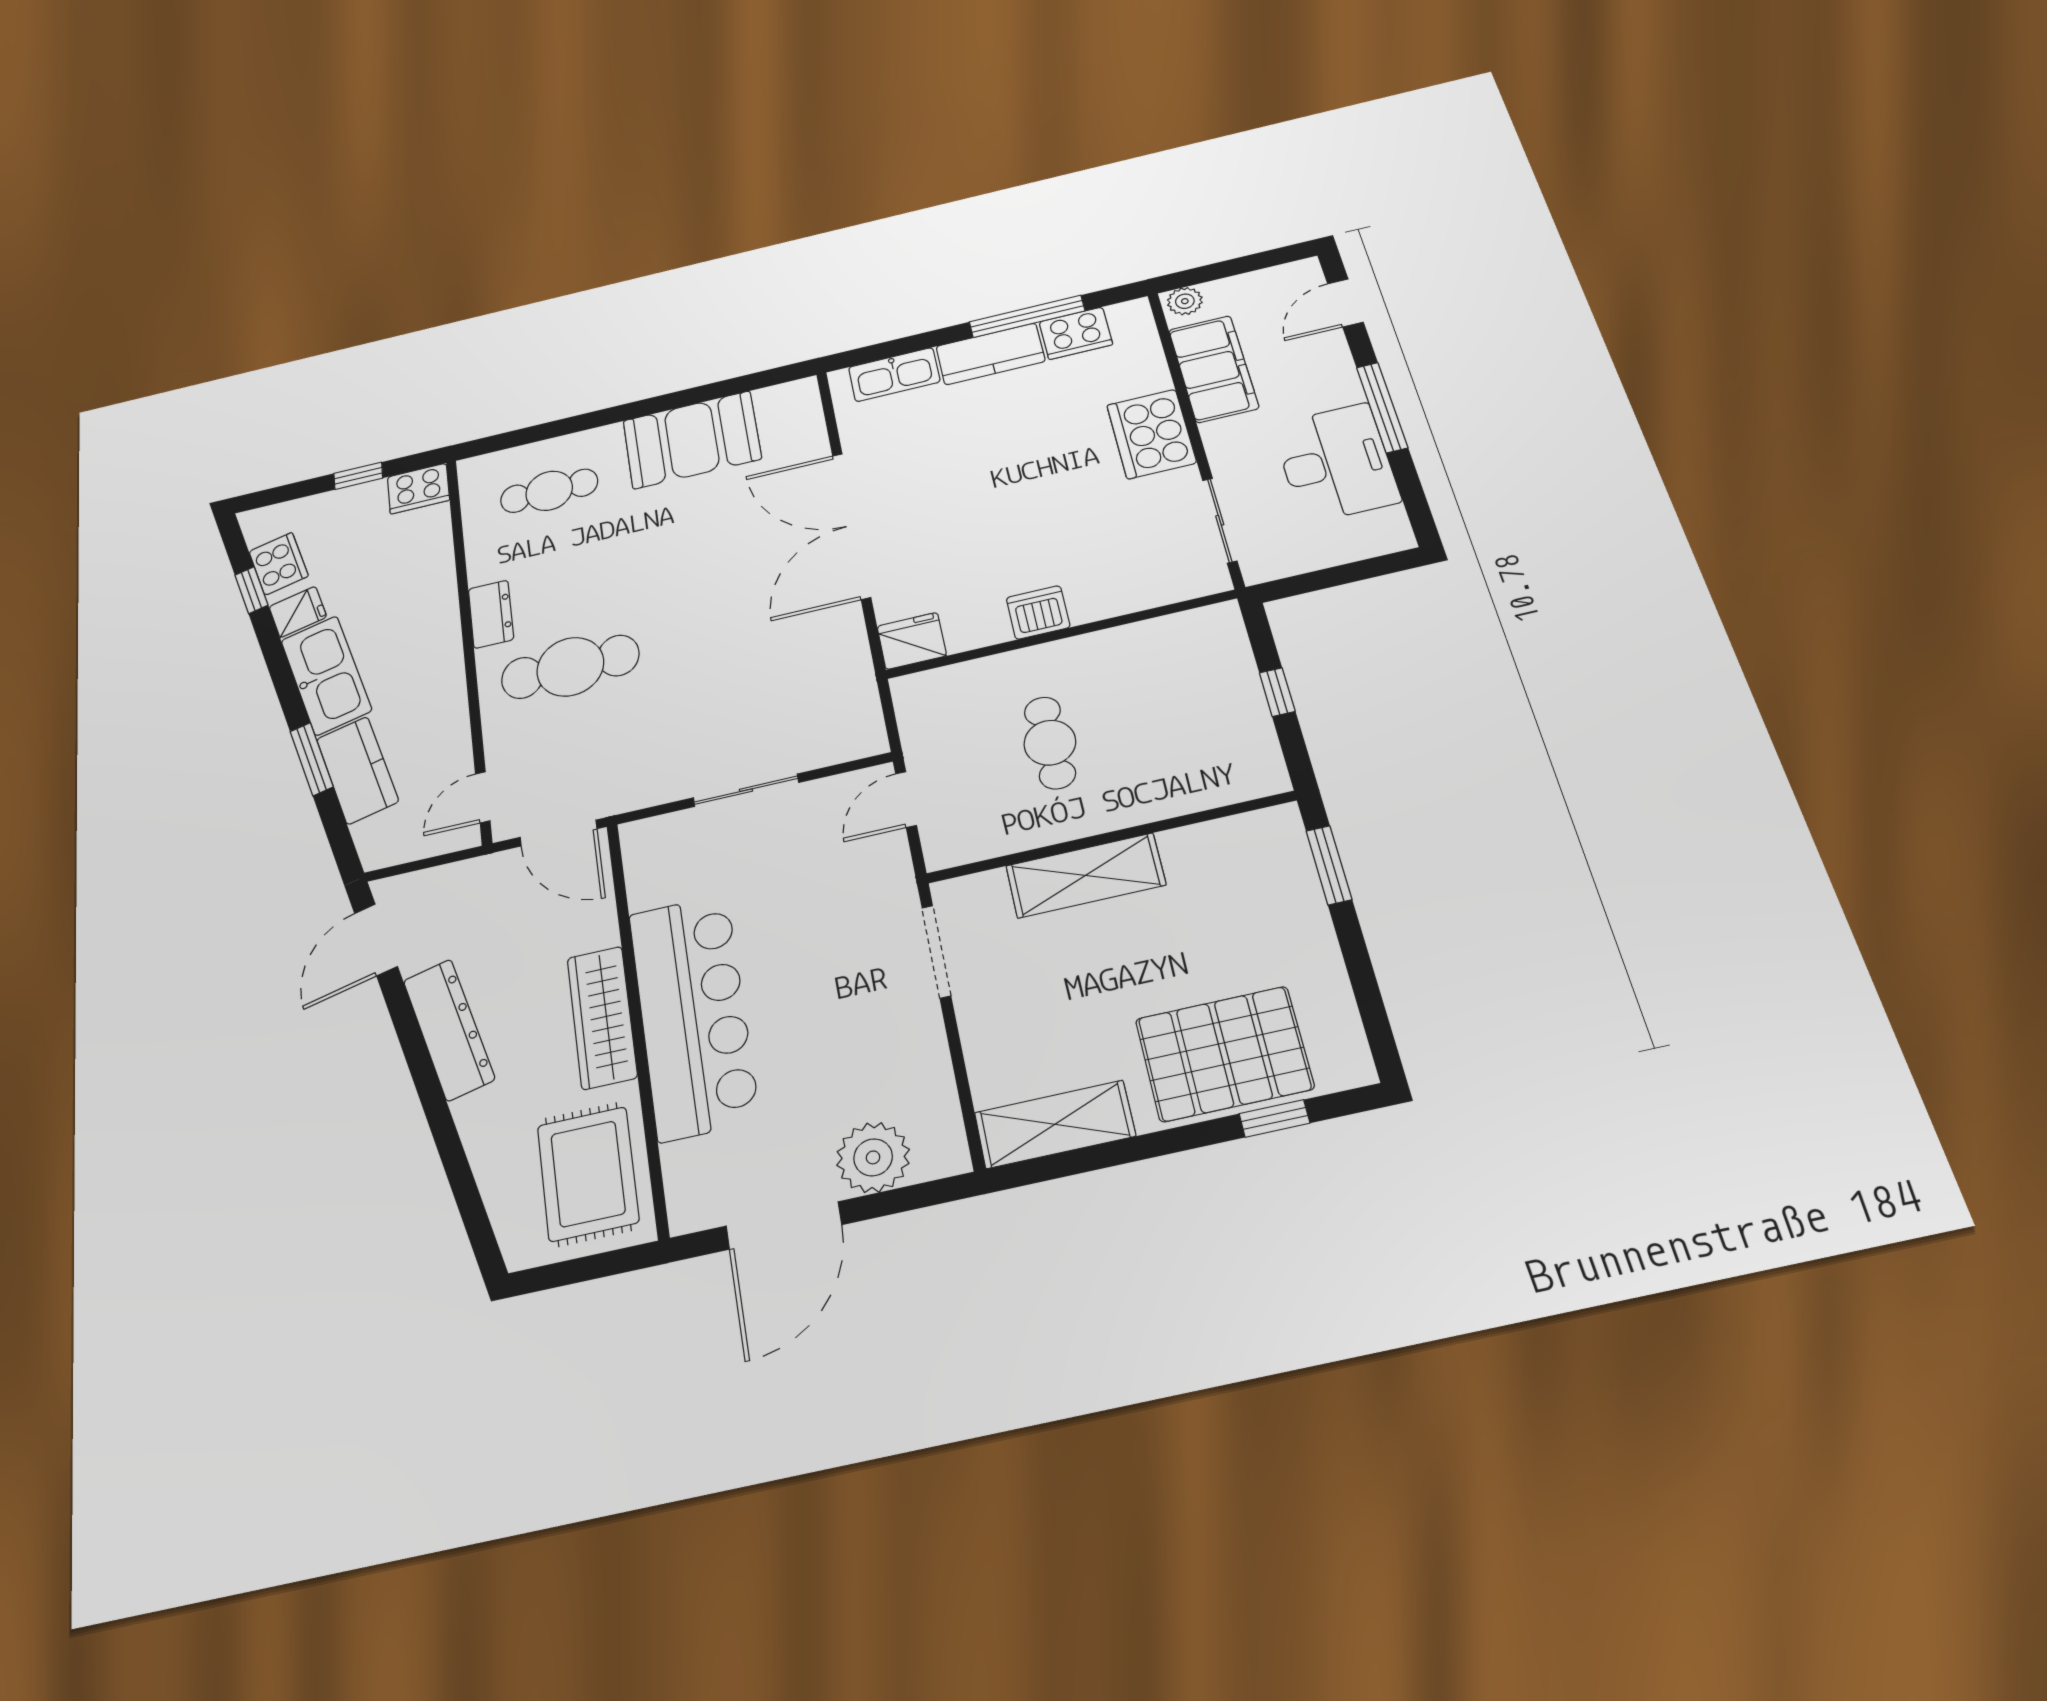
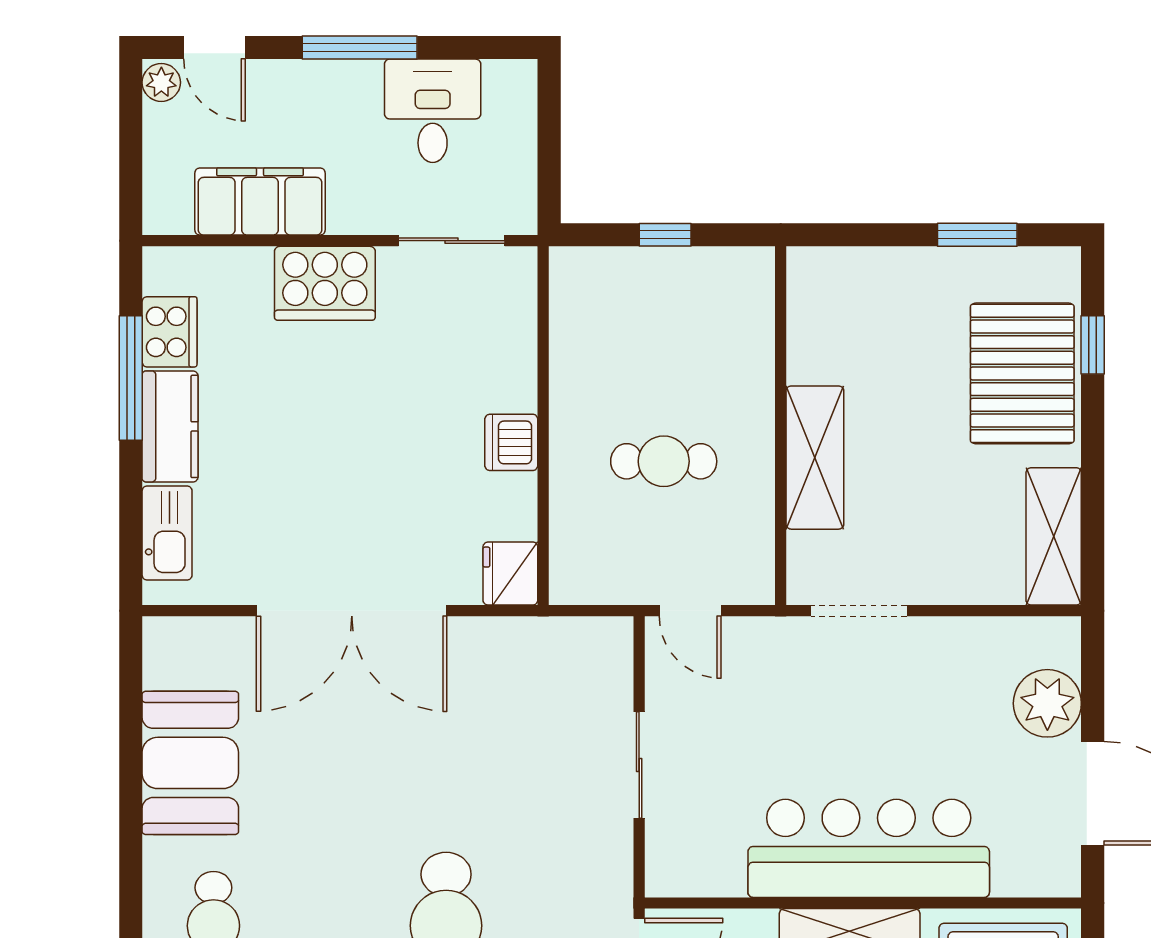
plant: (1185, 301) -> (161, 82), moved
desk: (1336, 463) -> (433, 111), width x0.73
window: (1329, 865) -> (977, 235), moved

